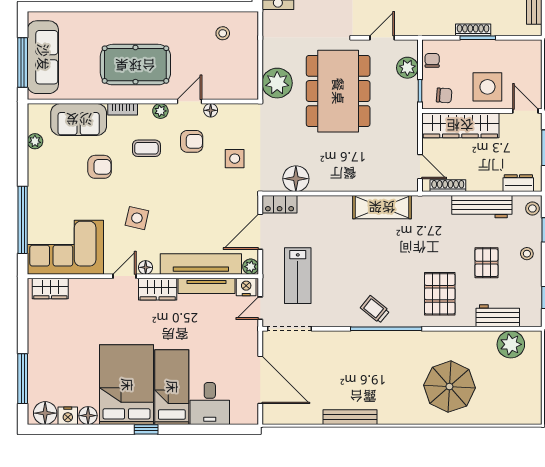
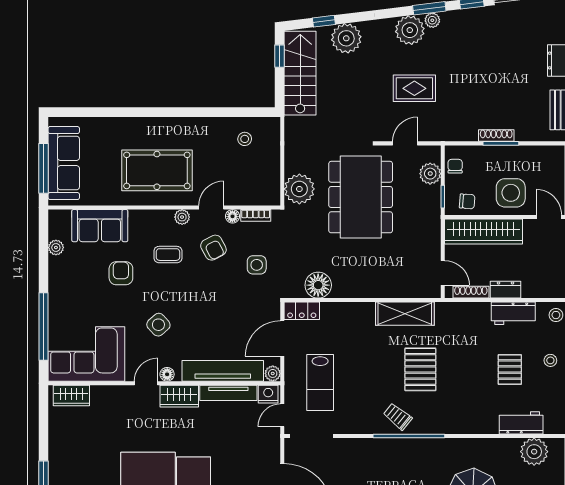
bookcase: (123, 109) -> (256, 215), moved
armchair: (192, 141) -> (213, 248), turned 62
armchair: (100, 167) -> (121, 273), turned -90
dresser: (518, 183) -> (505, 290), moved
workbench: (482, 207) -> (513, 313), width x0.73
side table: (137, 218) -> (158, 325), turned 35
pallet: (440, 294) -> (420, 369), moved

